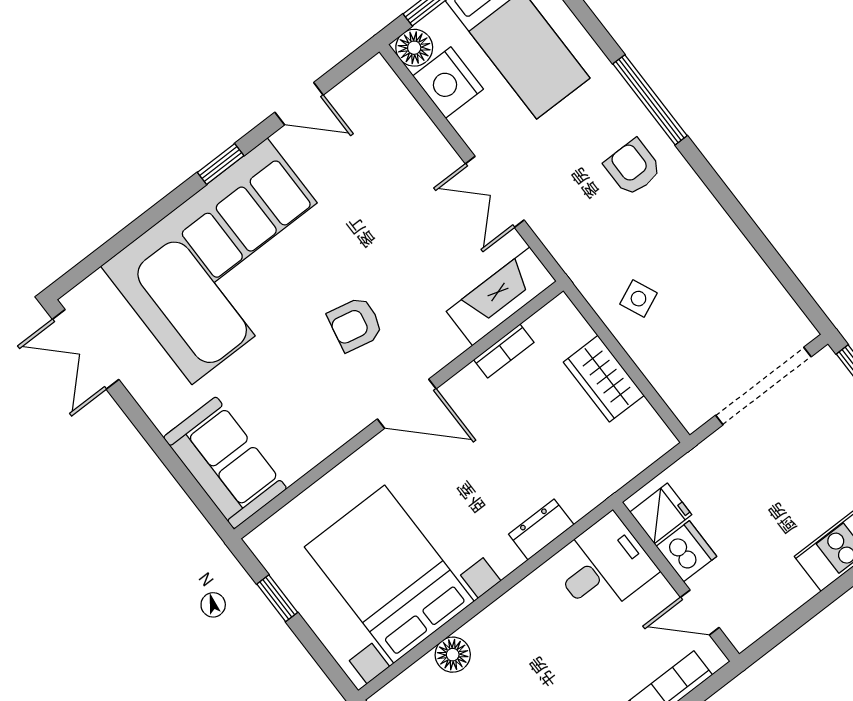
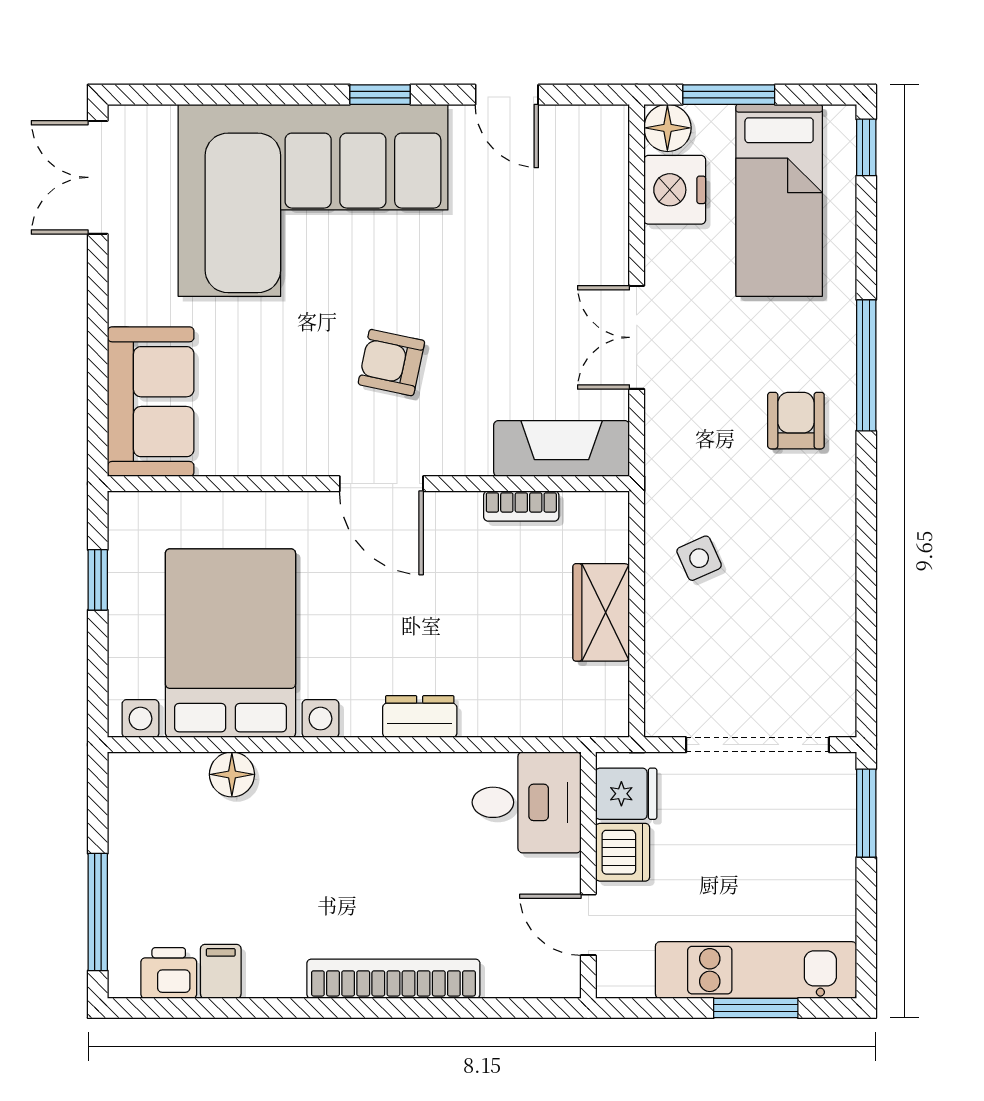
fridge: (661, 513) -> (626, 794), moved
dishwasher: (686, 551) -> (623, 852), moved
desk: (603, 566) -> (527, 802), moved
wall: (676, 582) -> (588, 875), moved
door: (700, 612) -> (588, 925), moved

